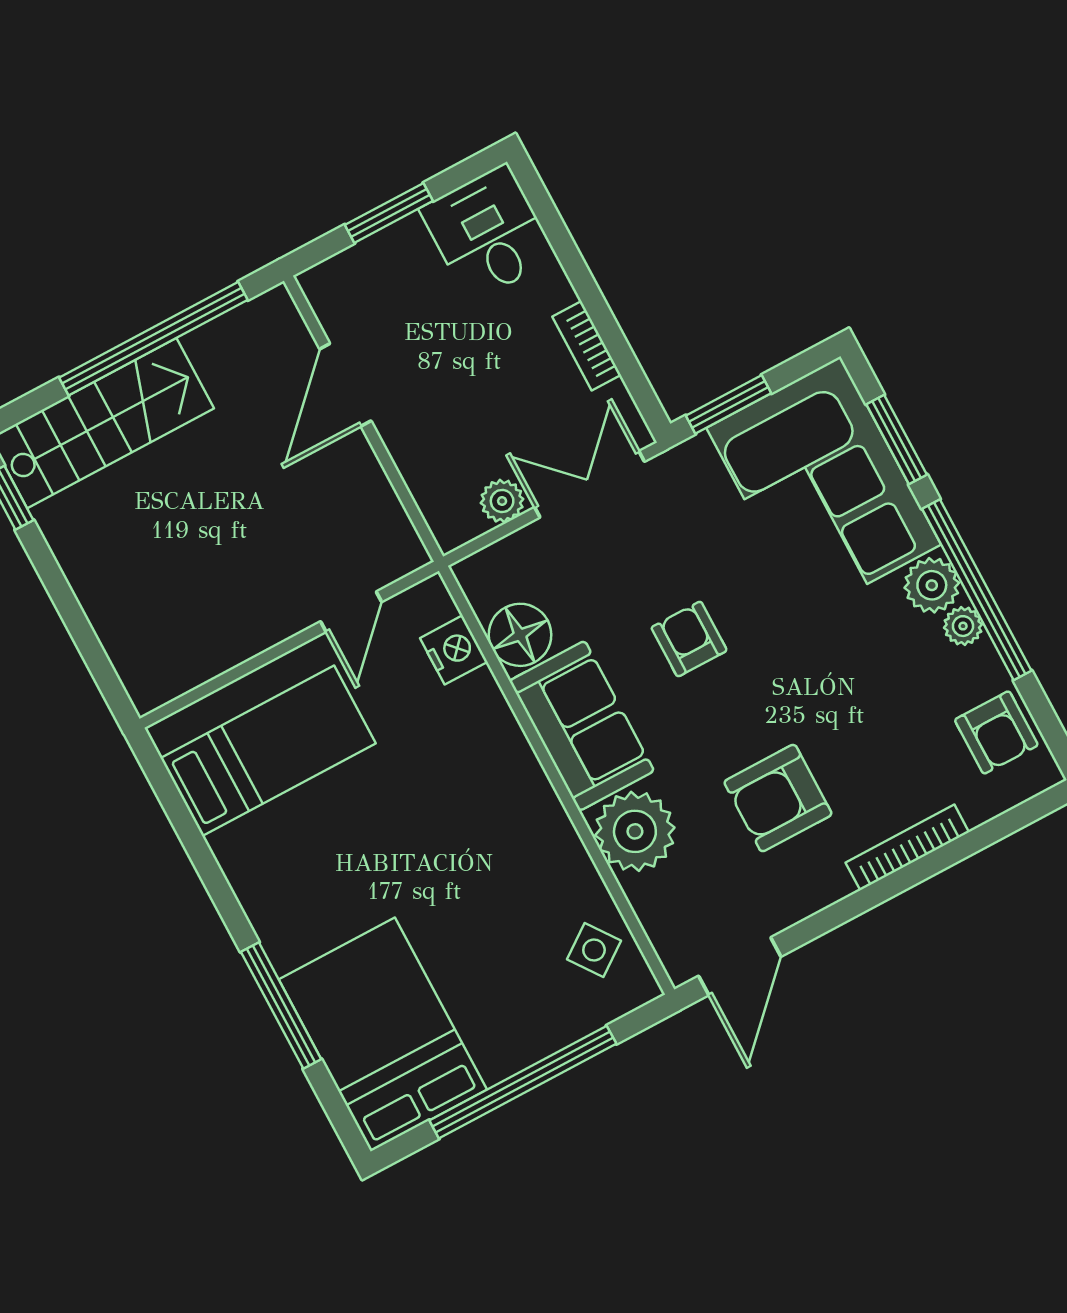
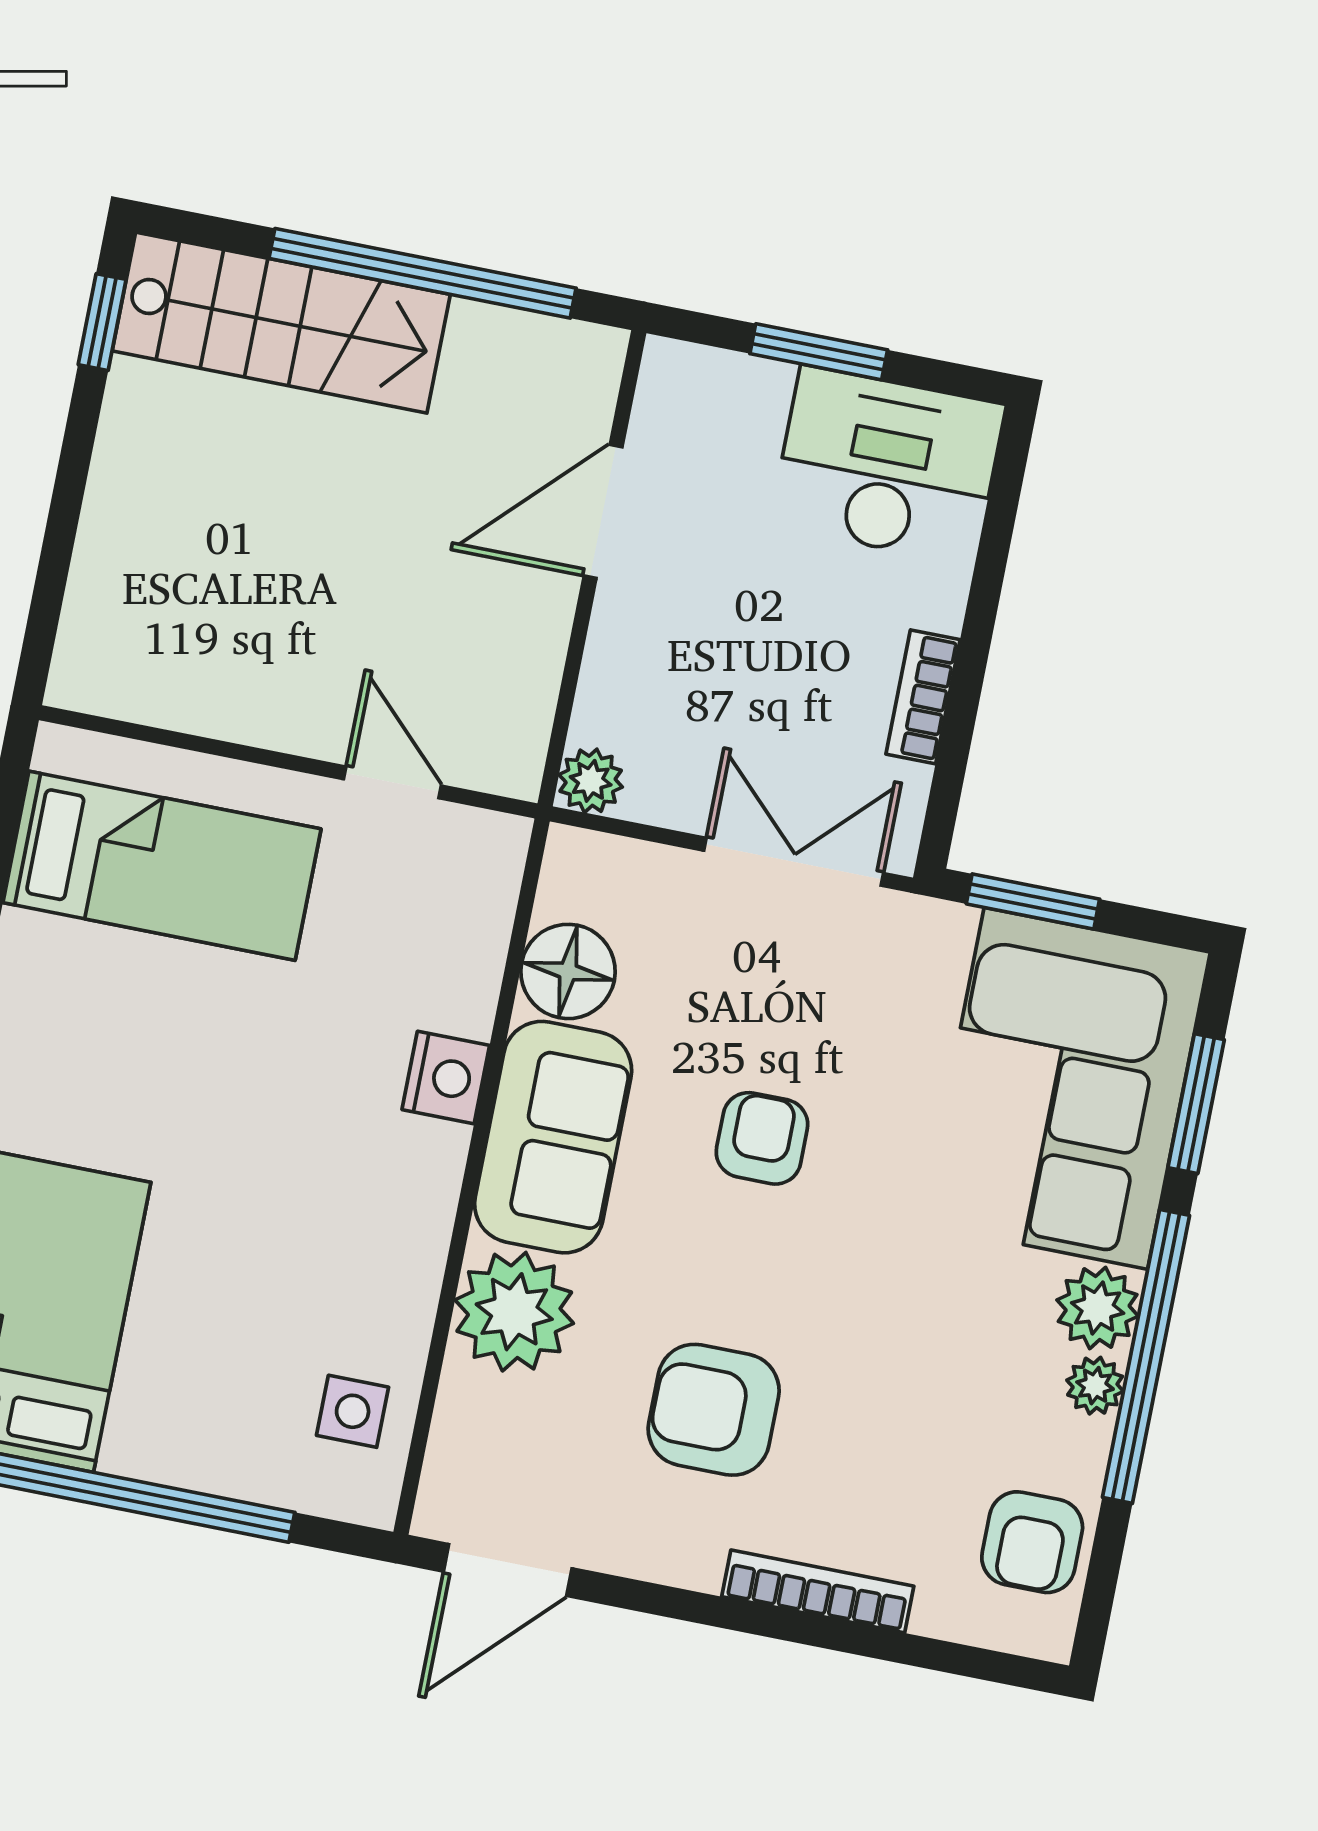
desk: (488, 233) -> (888, 465), width x1.37
plant: (502, 501) -> (591, 781), moved
door: (351, 612) -> (392, 782), swing flipped
nightstand: (454, 650) -> (446, 1078), moved
side table: (594, 950) -> (353, 1411), turned 36

